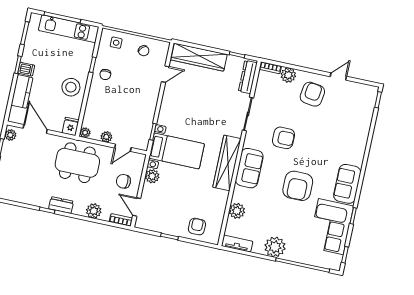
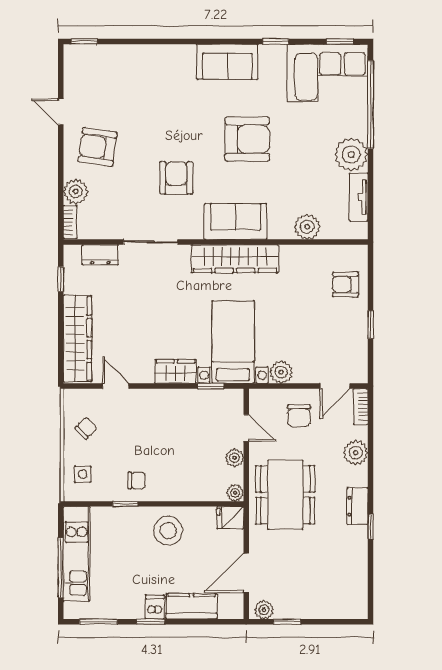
dresser: (248, 77) -> (100, 255), width x0.70
wardrobe: (166, 112) -> (176, 371), added
corner sofa: (331, 227) -> (327, 73), moved
tv unit: (237, 244) -> (359, 197), moved

